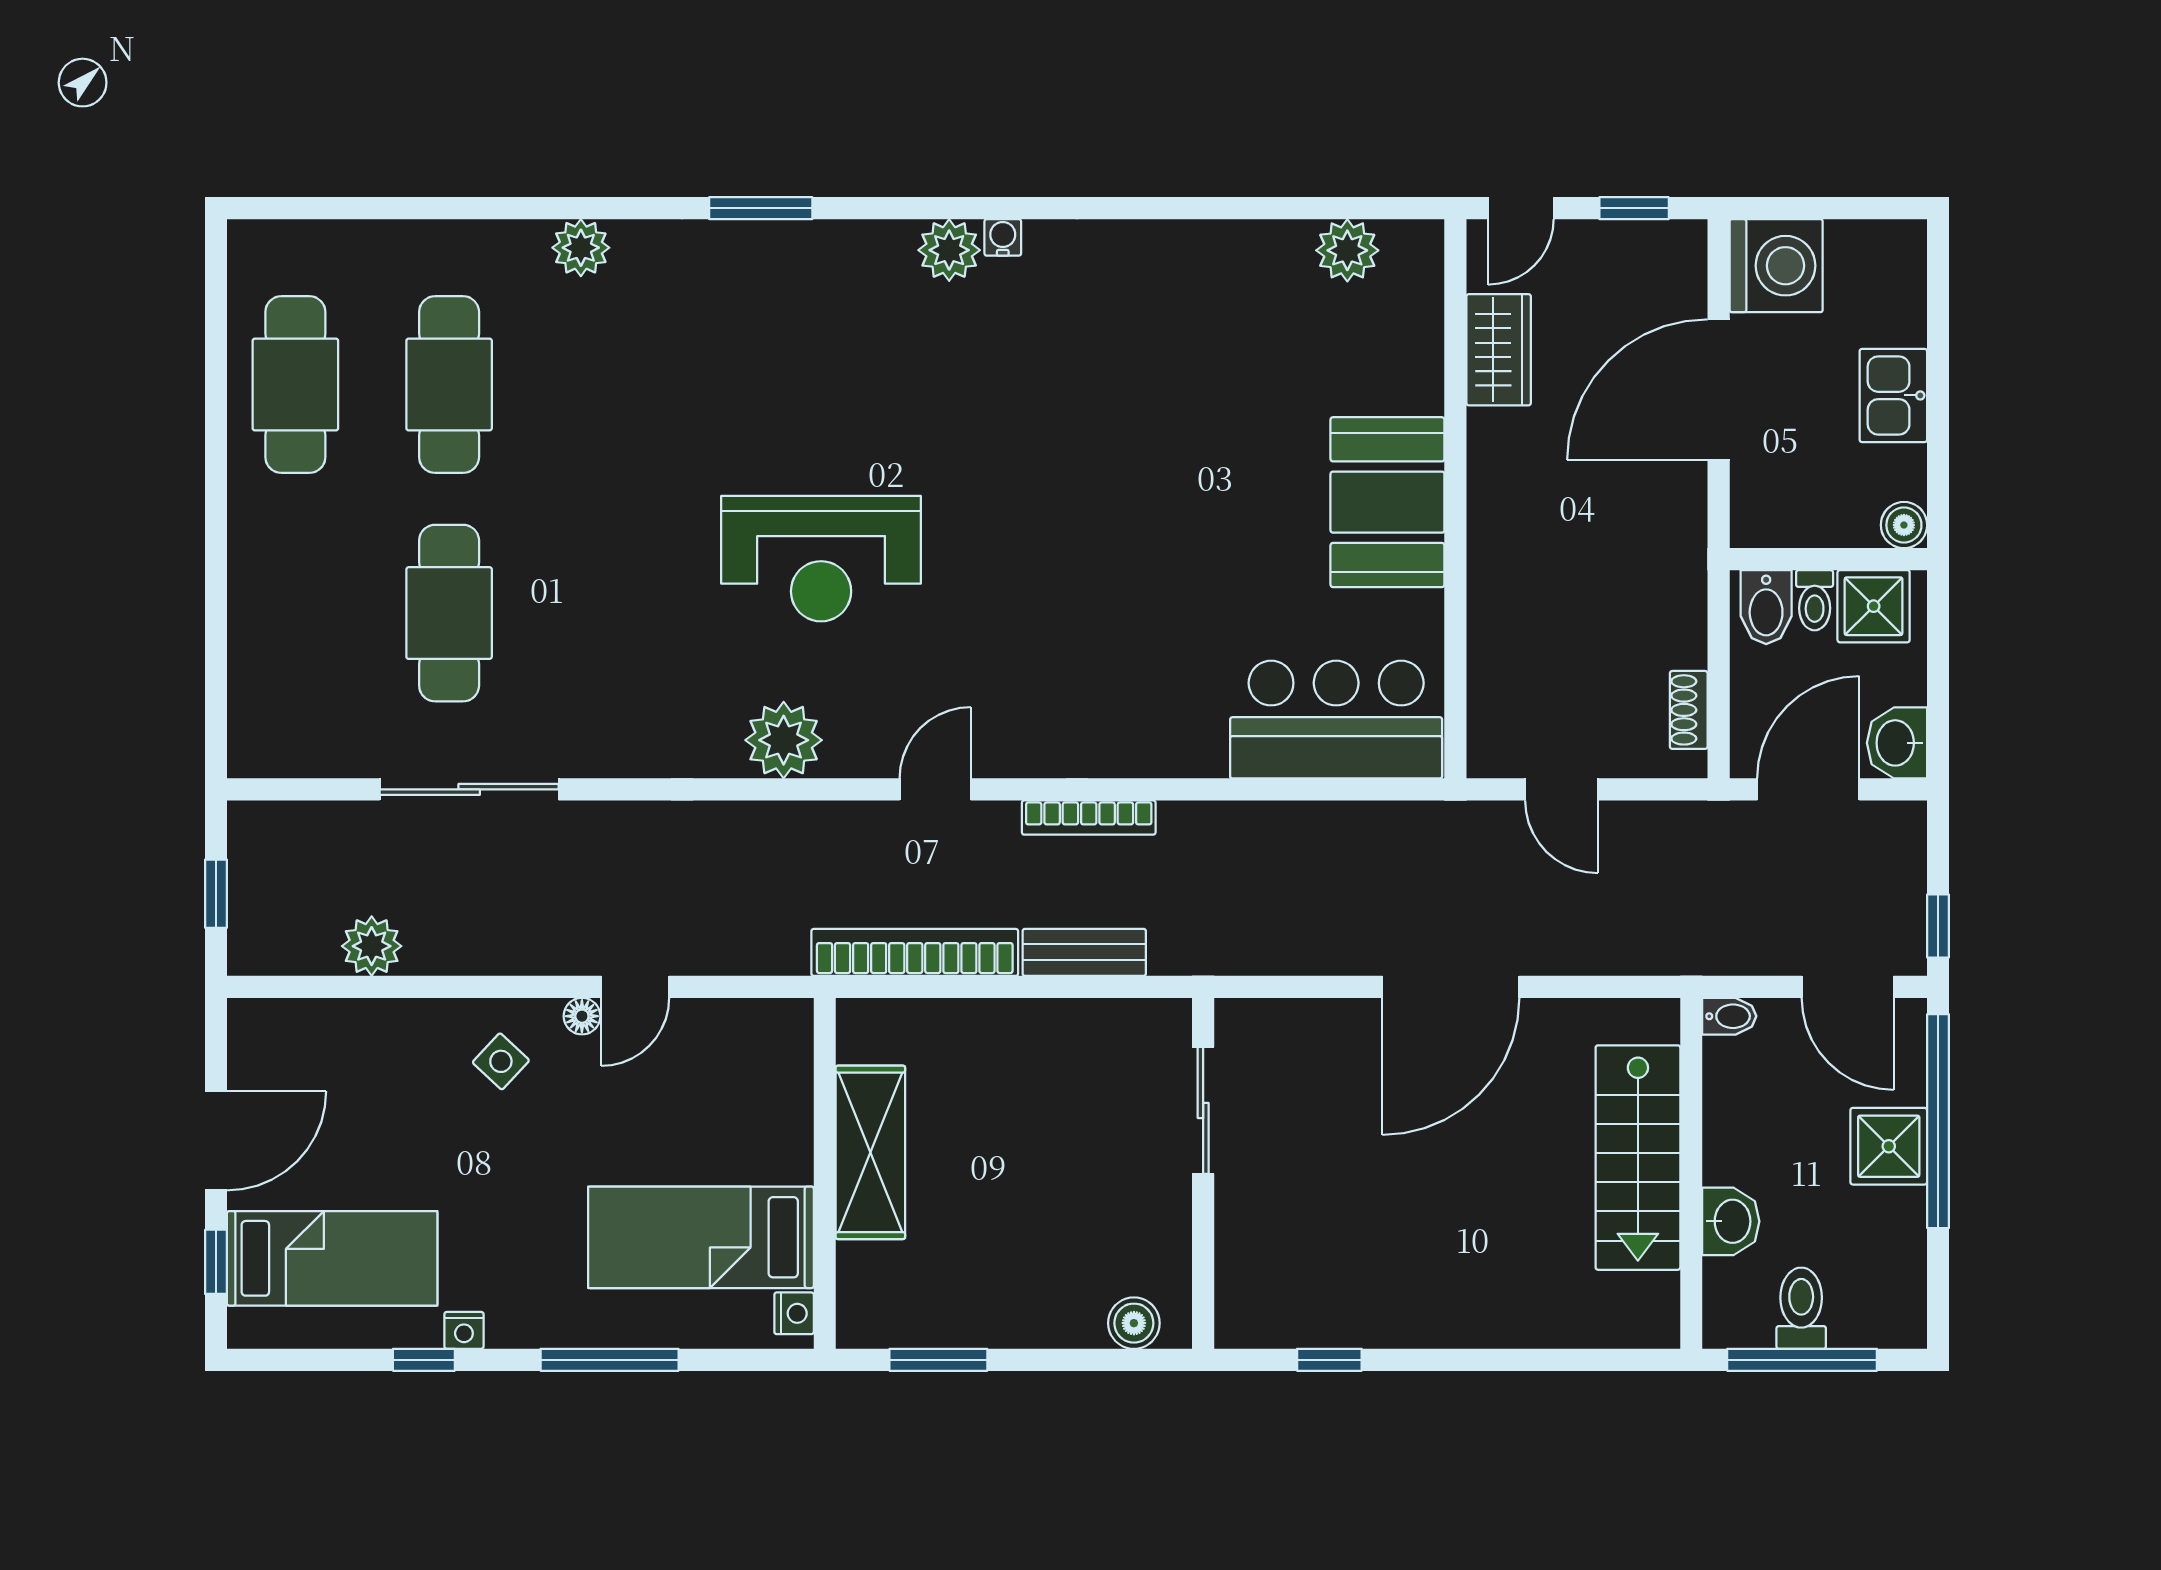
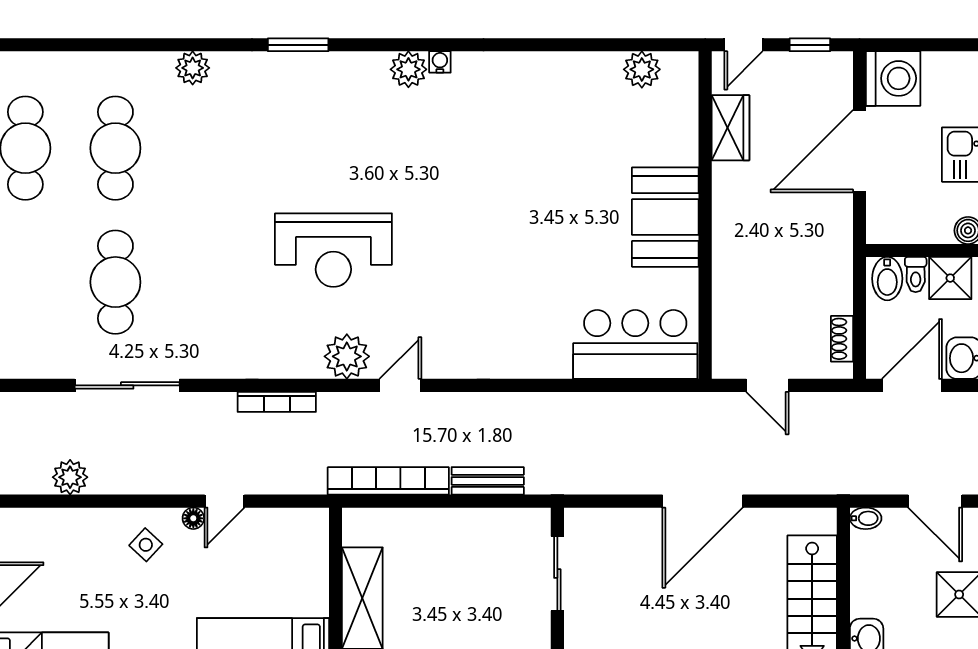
plant: (784, 740) -> (347, 356), moved
bookcase: (1089, 818) -> (277, 402), moved

